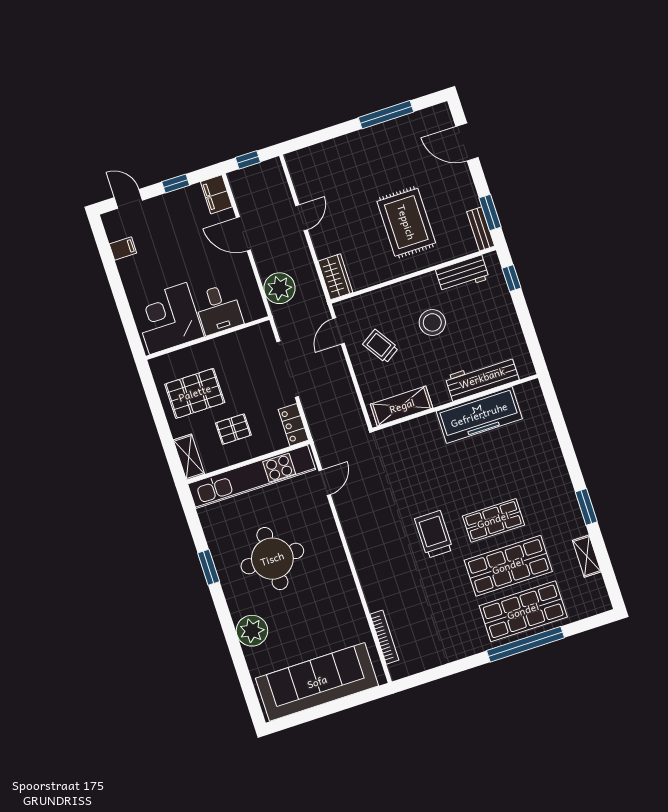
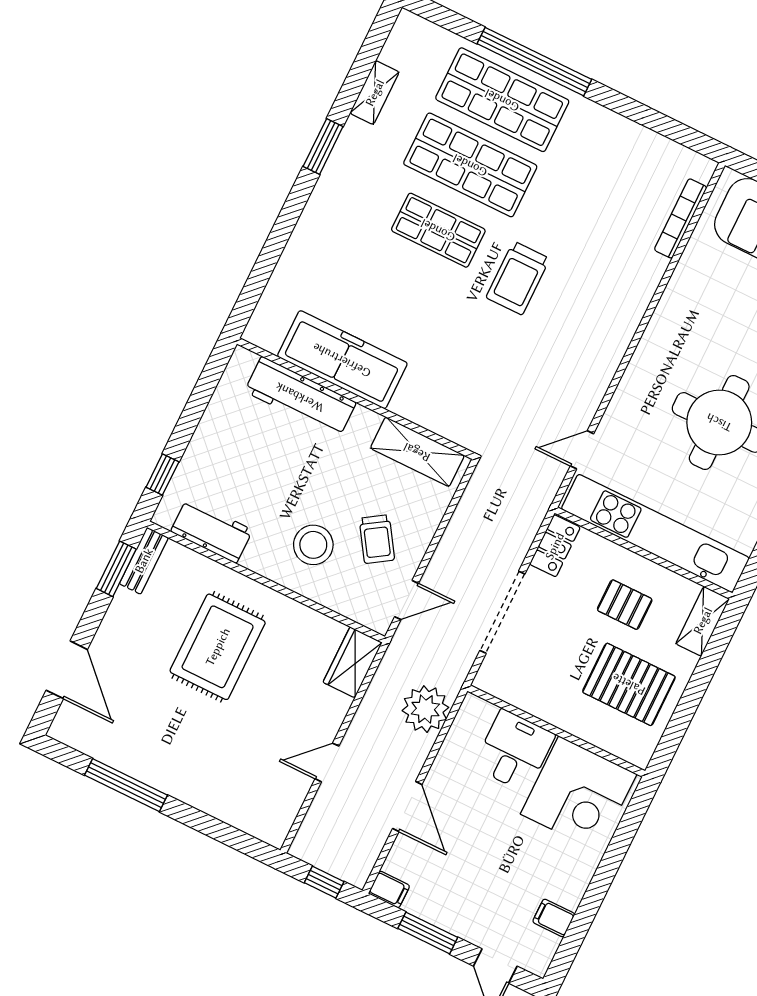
window: (176, 184) -> (428, 933), width x1.50
filing cabinet: (216, 194) -> (389, 889), width x0.50
stool: (432, 322) -> (313, 545), moved

